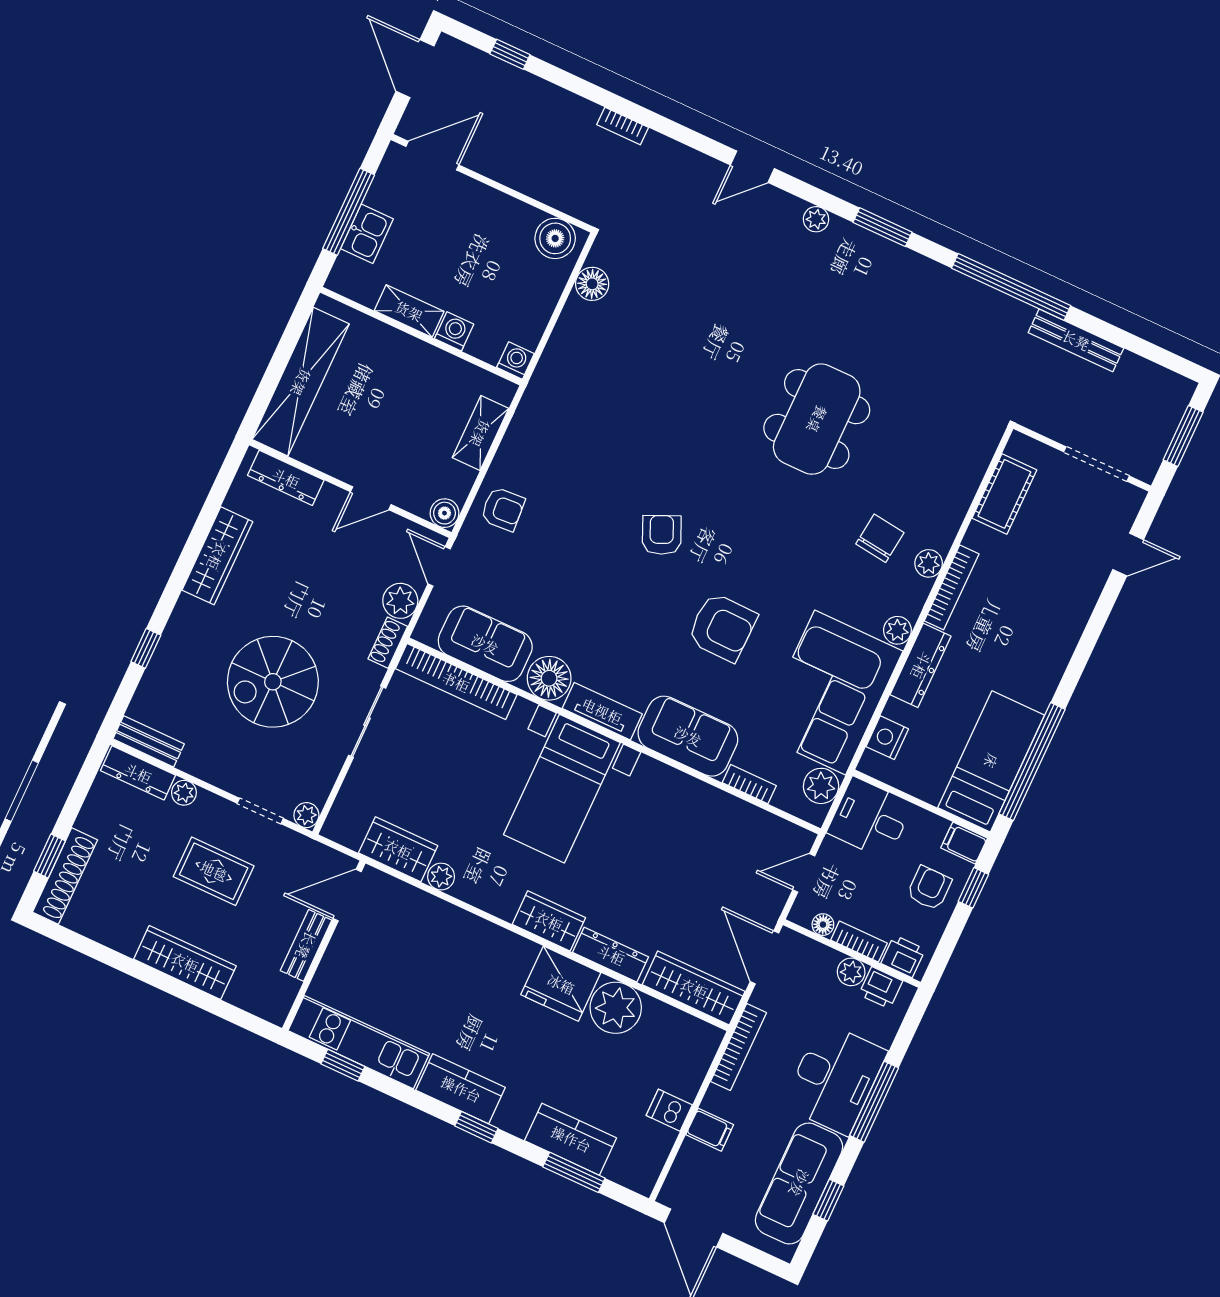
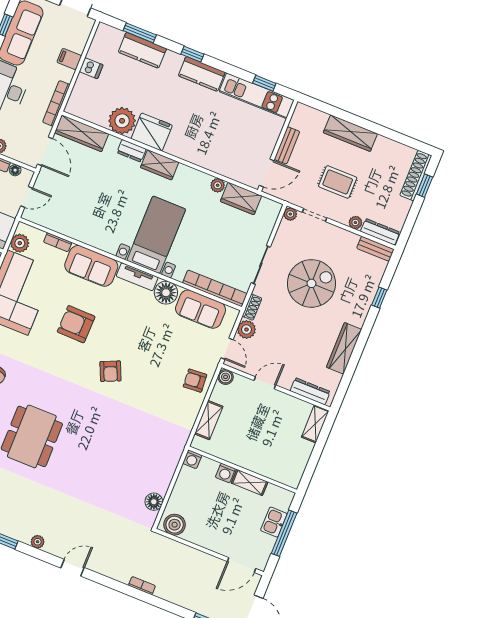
shelving: (301, 382) -> (315, 424), width x0.45, depth x0.75
dresser: (611, 955) -> (132, 151), width x0.70

